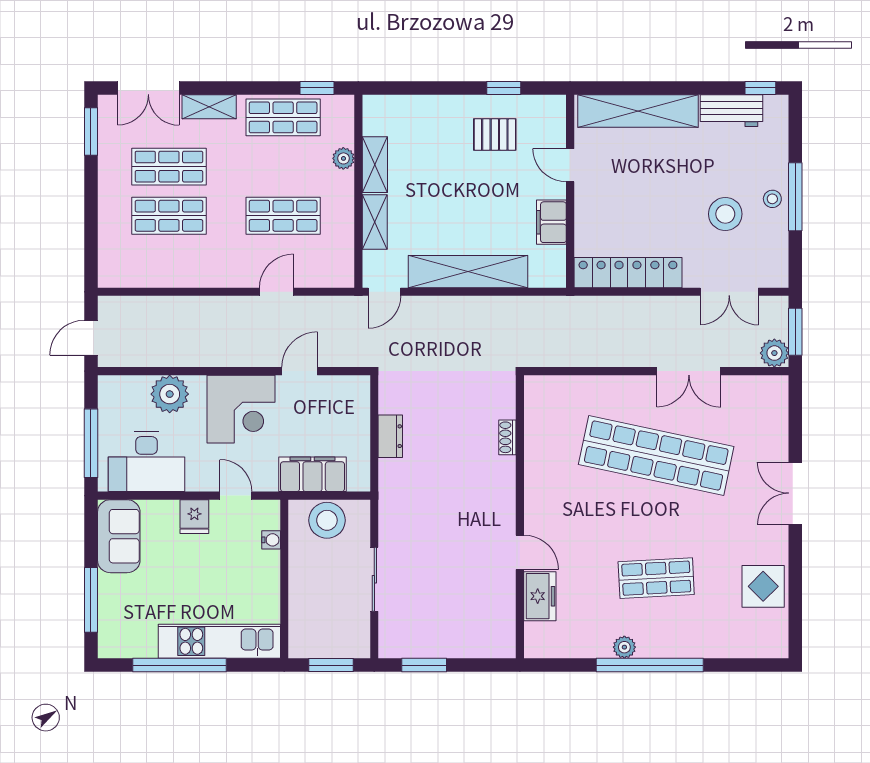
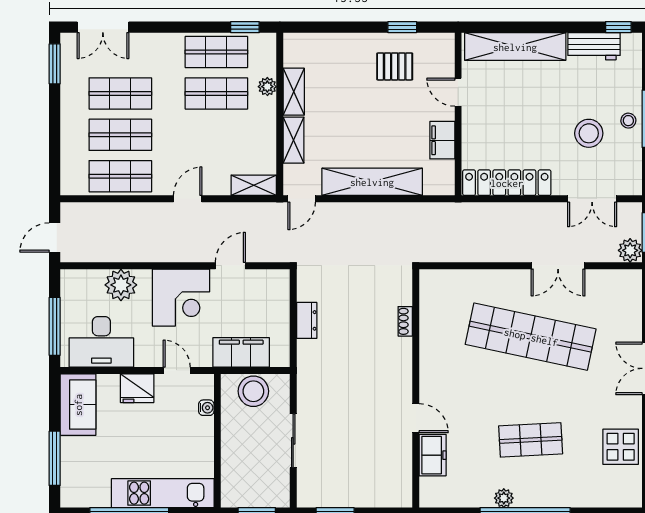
shelving: (209, 107) -> (254, 185), moved
shop shelf: (283, 216) -> (216, 93), moved
shop shelf: (169, 265) -> (120, 176), added
door: (277, 292) -> (188, 199), moved
fridge: (194, 517) -> (137, 388), width x1.38

